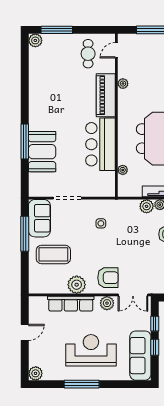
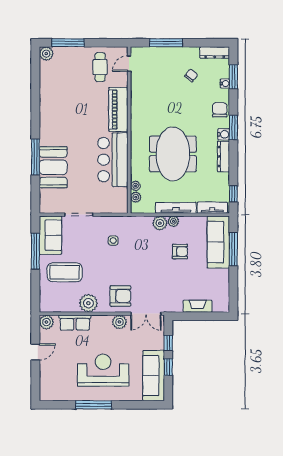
plant: (123, 84) -> (136, 197), moved
row of seats: (71, 304) -> (75, 323), width x0.68
plant: (36, 373) -> (46, 322), moved

